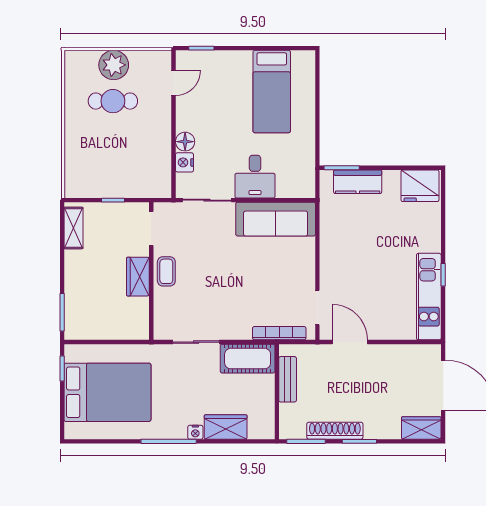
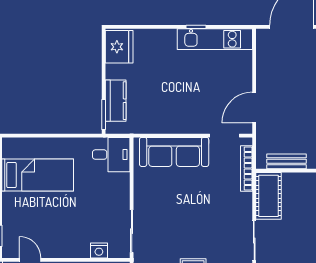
floor lamp: (185, 142) -> (81, 250), removed
desk: (255, 177) -> (111, 155), moved
sofa: (276, 219) -> (174, 152), moved, turned 90

